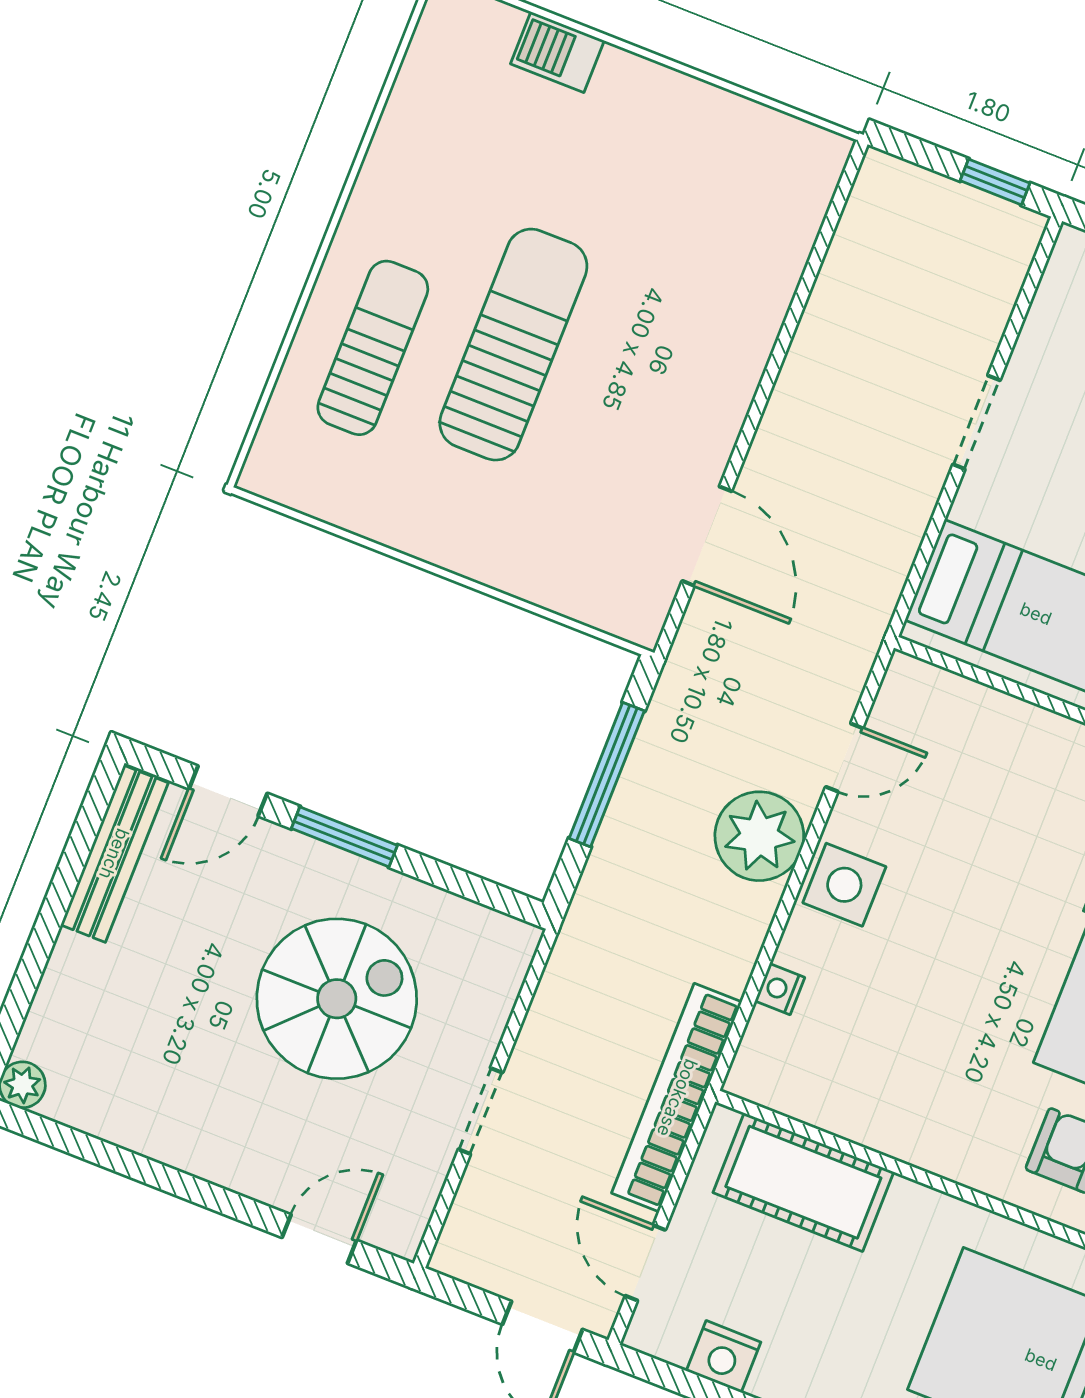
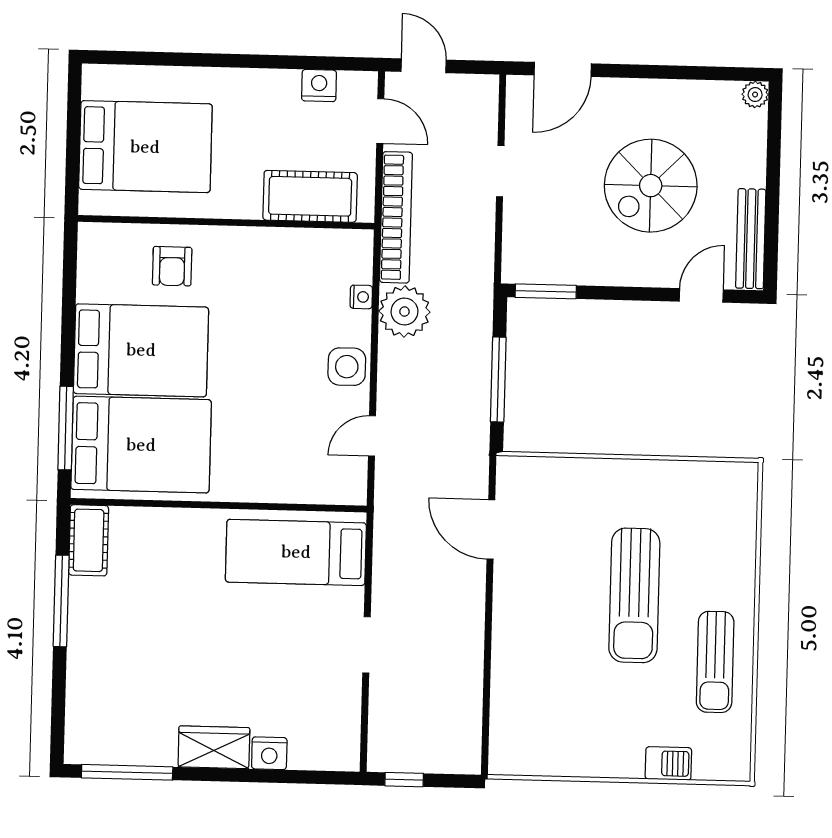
sun lounger: (373, 348) -> (715, 662), moved
plant: (759, 836) -> (404, 312), moved
window: (344, 837) -> (546, 291), moved
spiral stairs: (337, 999) -> (651, 186), moved
door: (319, 1239) -> (563, 69), width x1.38

